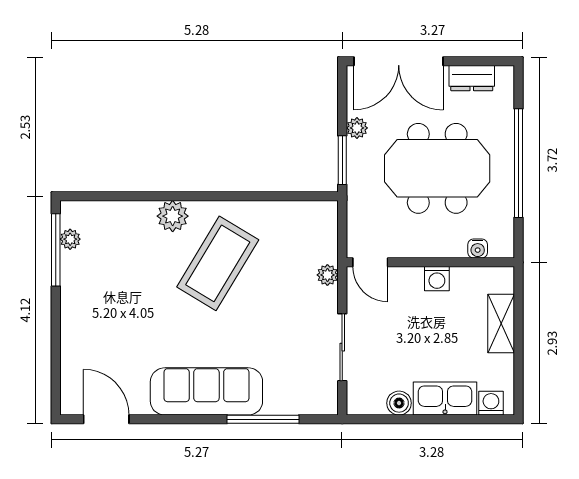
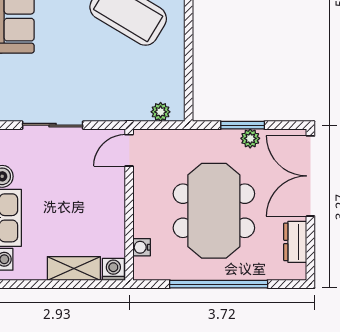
window: (342, 160) -> (243, 125), moved
plant: (327, 275) -> (161, 112), moved
washing machine: (437, 279) -> (113, 269), moved, turned 90

